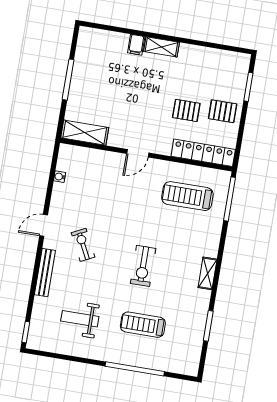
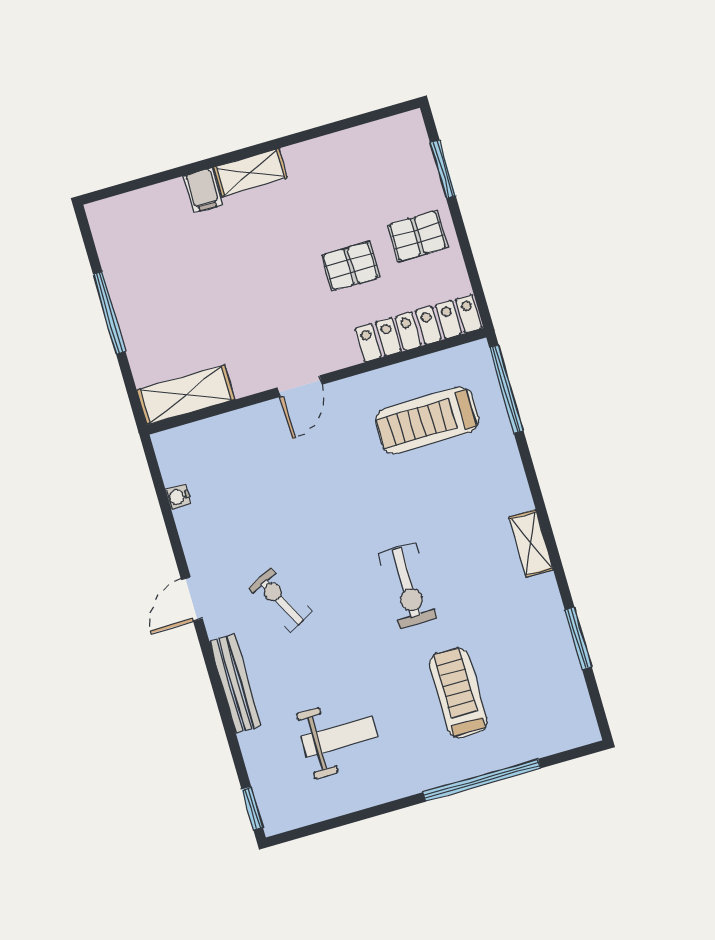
weight bench: (80, 319) -> (339, 737), turned 180
treadmill: (143, 325) -> (458, 693), turned 90

